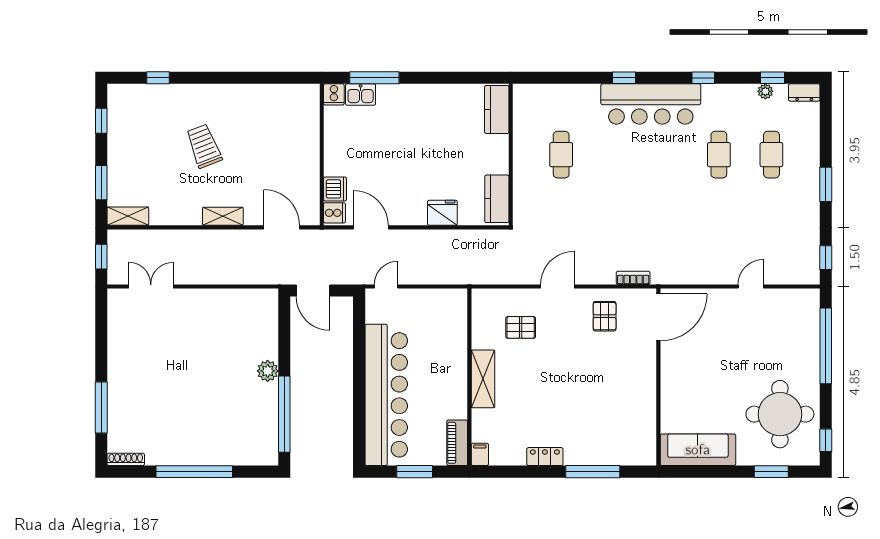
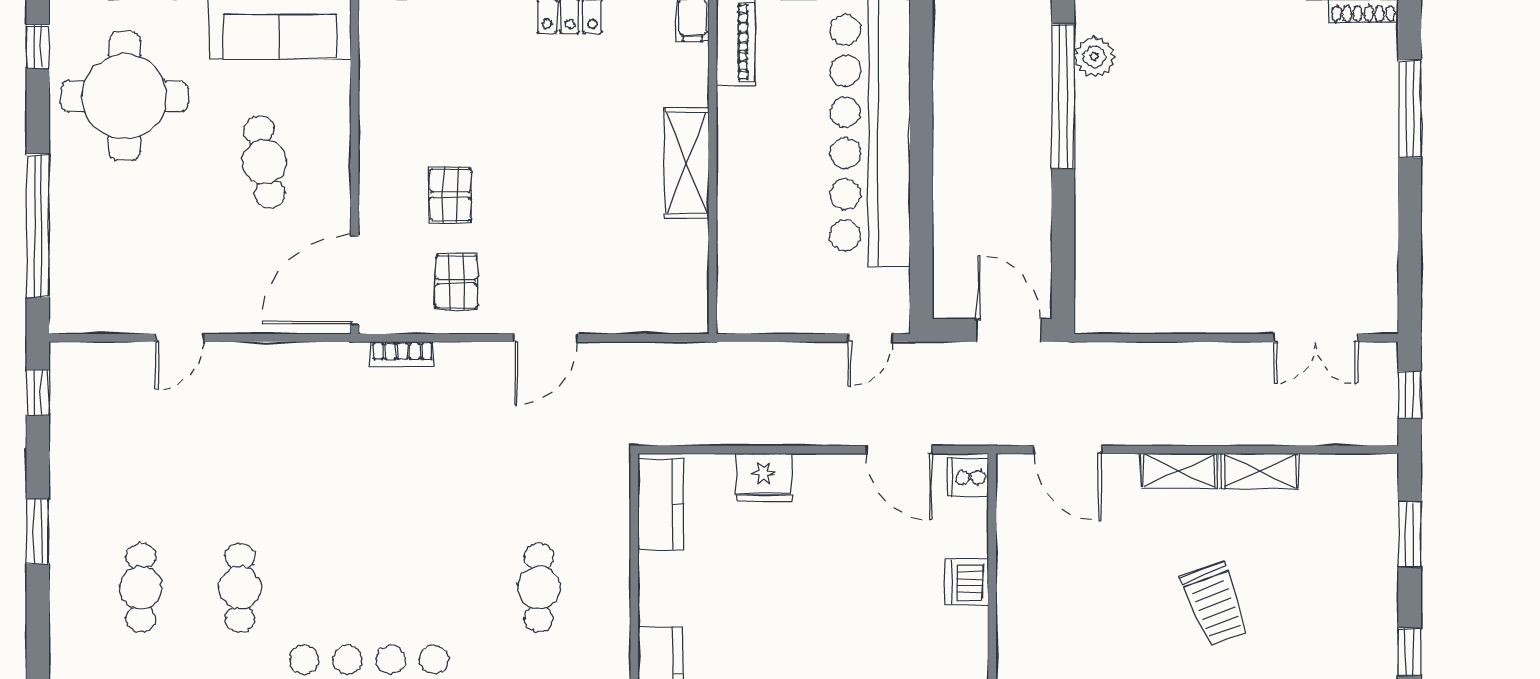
dishwasher: (335, 189) -> (967, 582), moved
shelving: (128, 216) -> (1260, 471), moved
pallet: (521, 327) -> (450, 195), moved, turned 90
plant: (268, 371) -> (1094, 57), moved
cafe table: (706, 379) -> (264, 162), added

